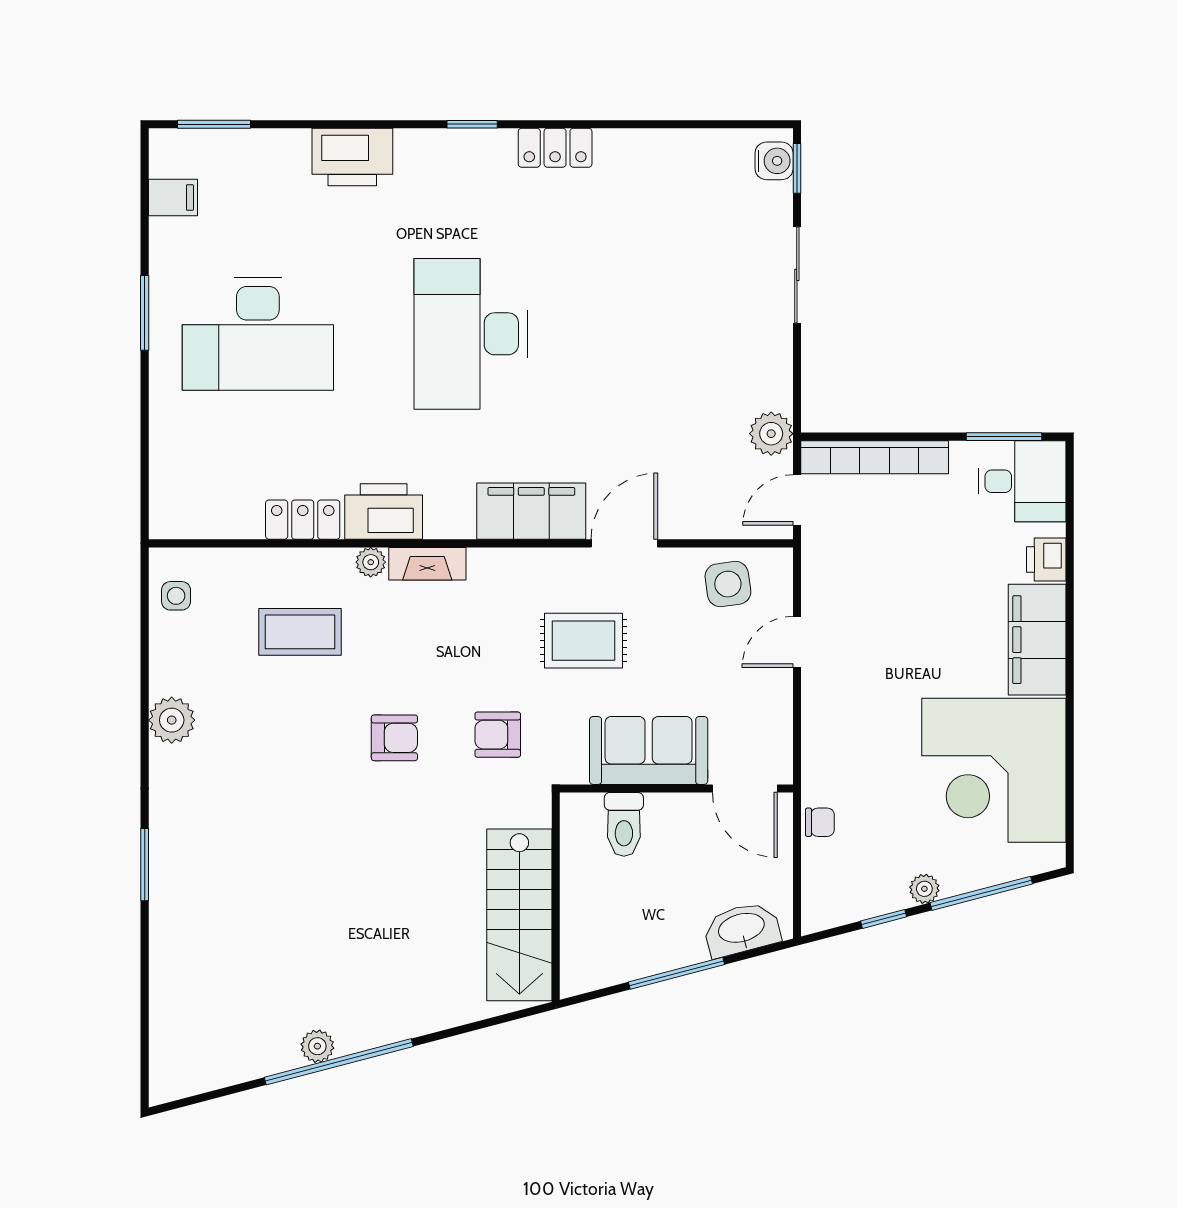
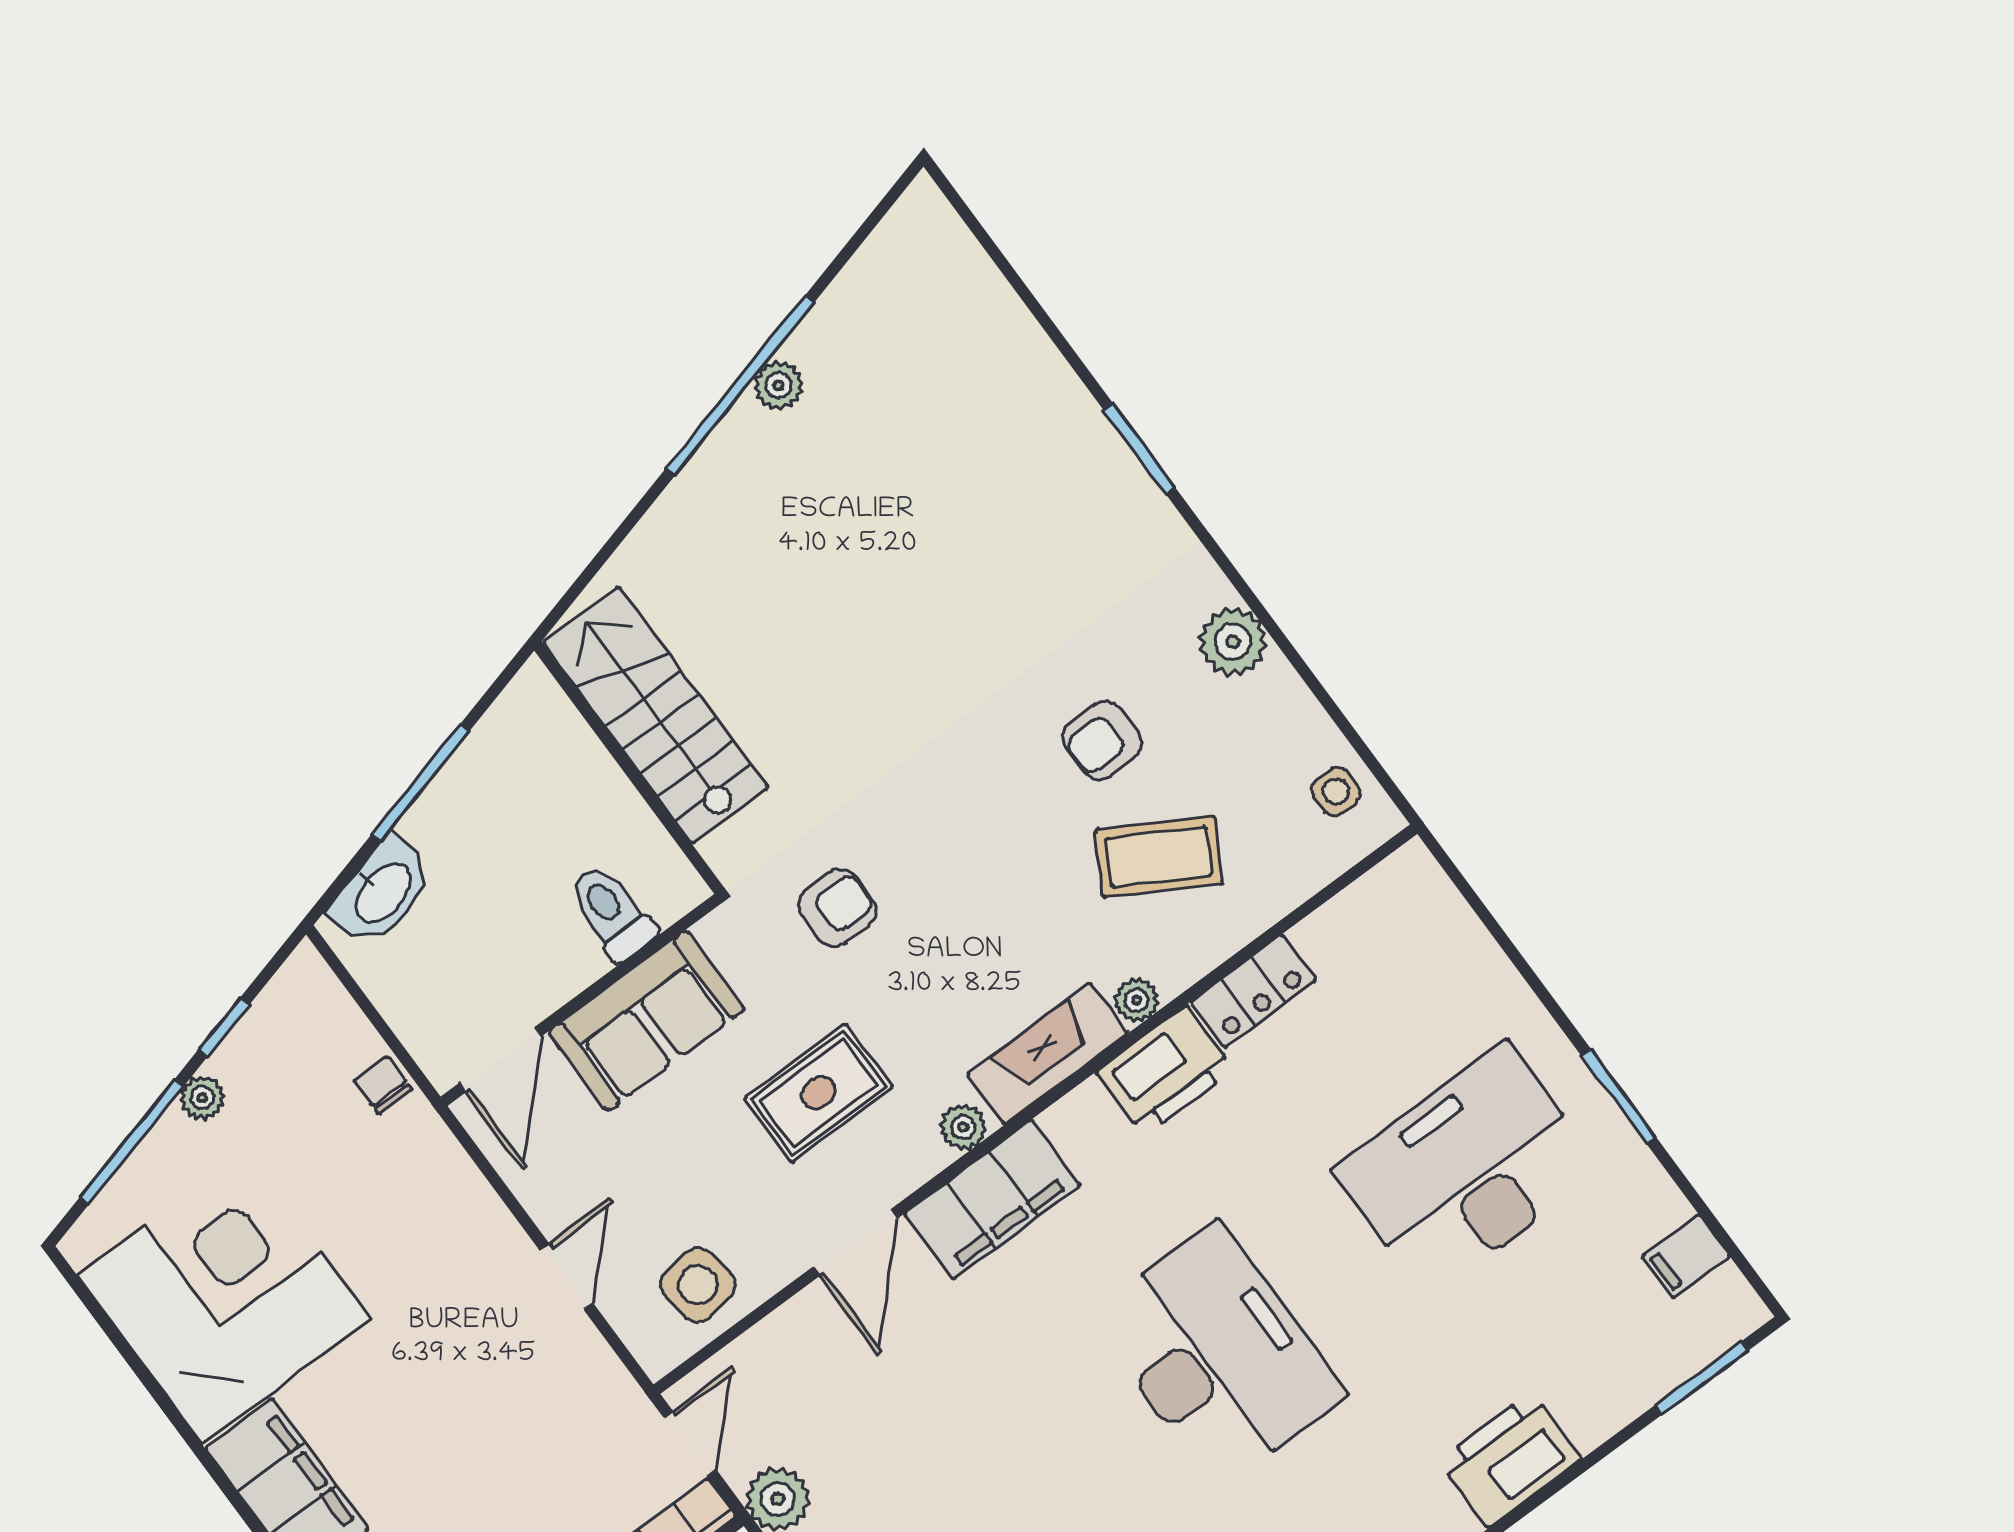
plant: (518, 563) -> (963, 1127), added
fireplace: (427, 564) -> (1047, 1054), width x1.37, depth x1.32
coffee table: (300, 632) -> (1159, 857), turned 30
armchair: (394, 738) -> (1102, 740), moved
door: (745, 788) -> (500, 1060), swing flipped
chair: (820, 822) -> (383, 1085), turned 90

